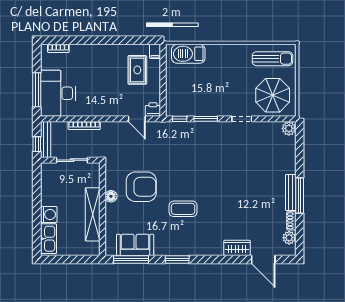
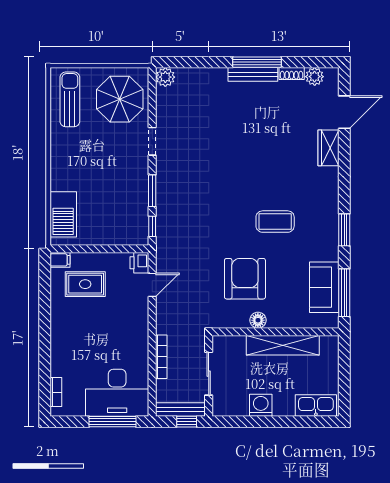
coffee table: (183, 209) -> (275, 222), turned 90
washing machine: (49, 215) -> (261, 405), moved

